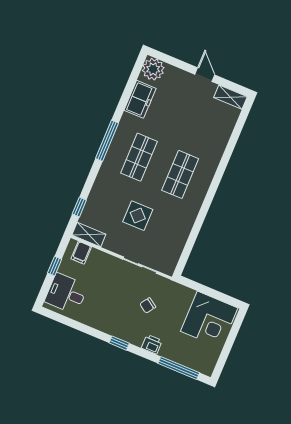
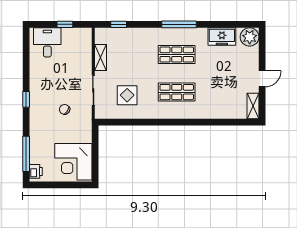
display table: (138, 216) -> (127, 95), moved
shelving: (89, 235) -> (100, 58), moved
filing cabinet: (81, 253) -> (84, 41), removed
printer: (152, 344) -> (36, 171), moved

